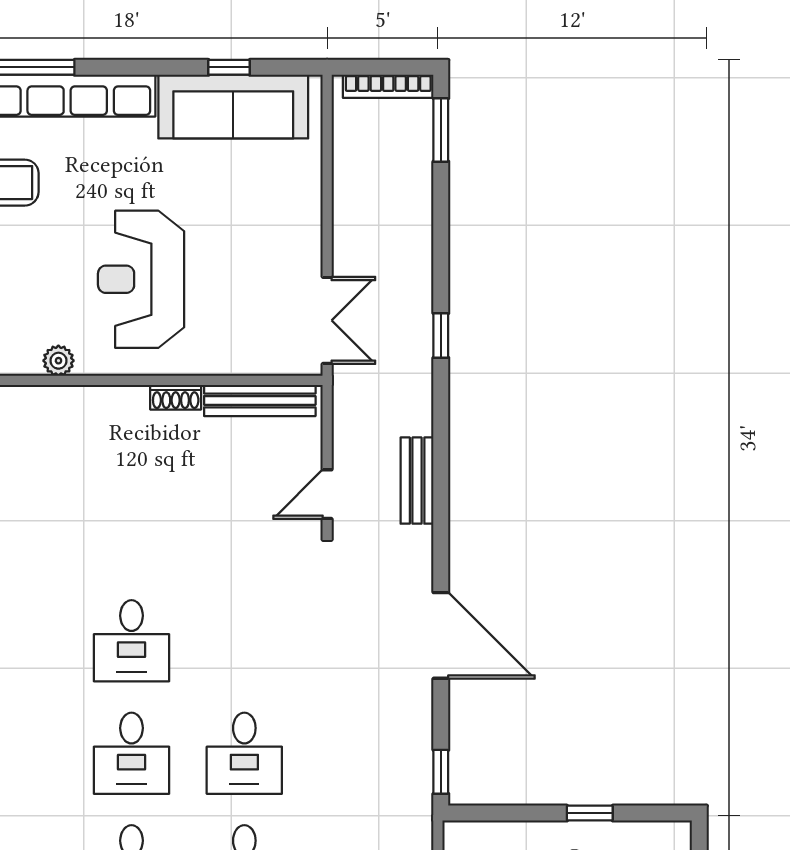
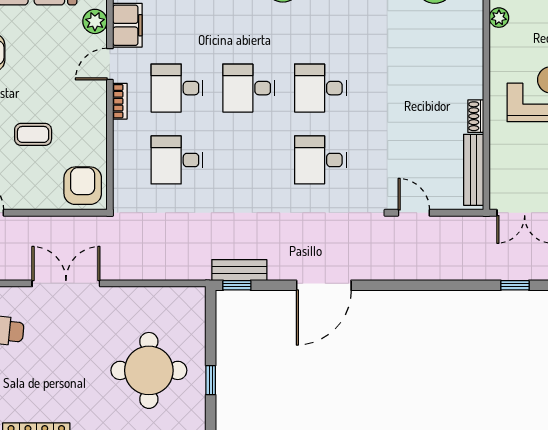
plant: (58, 361) -> (499, 18), moved
bench: (417, 481) -> (239, 270), moved
desk: (244, 753) -> (320, 160), moved

